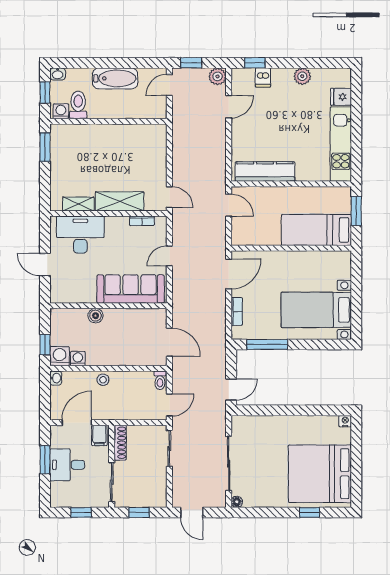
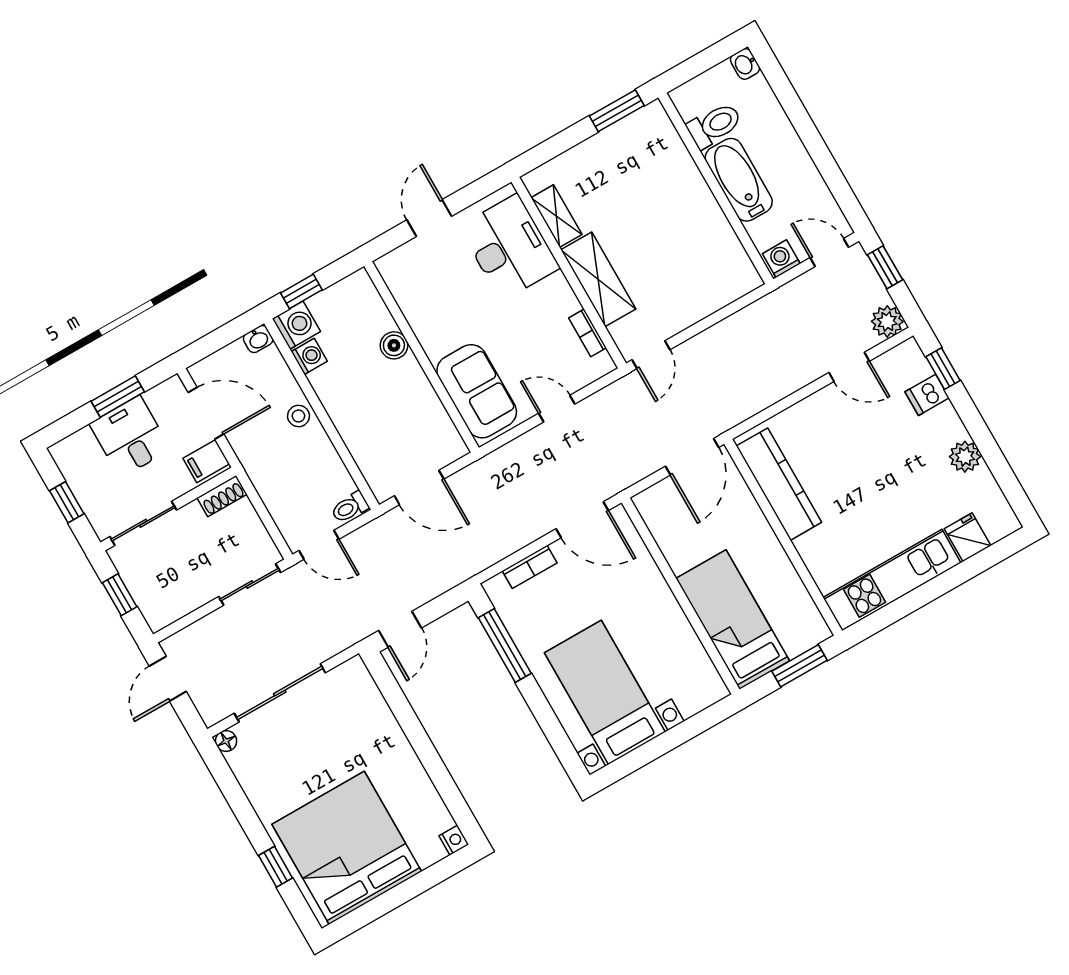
bathtub: (115, 78) -> (739, 180), moved, turned 180
window: (45, 92) -> (704, 61), removed
washing machine: (61, 111) -> (781, 259), moved, turned -90
door: (229, 205) -> (692, 457), width x1.38
sofa: (131, 289) -> (477, 391), width x0.73
door: (169, 342) -> (419, 487), hinge flipped
door: (231, 389) -> (400, 629), hinge flipped
shoe rack: (120, 443) -> (222, 496), width x0.70

